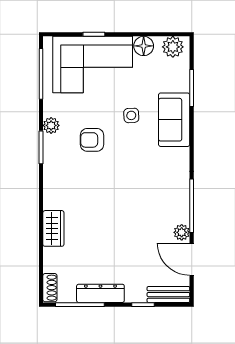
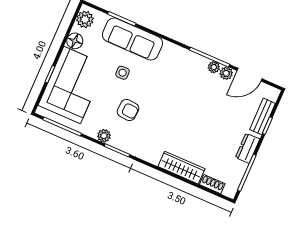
sofa: (174, 120) -> (132, 39), width x1.36
armchair: (92, 140) -> (128, 110), turned -86
plant: (182, 216) -> (214, 67), added
wardrobe: (53, 228) -> (181, 168), width x1.50
shoe rack: (50, 288) -> (212, 184), moved
dresser: (100, 293) -> (248, 148), width x0.70
bench: (168, 295) -> (262, 116), moved

